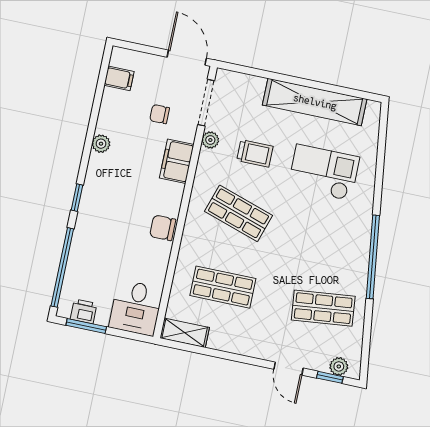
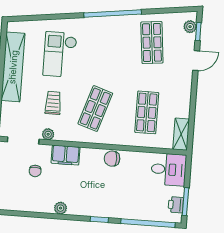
filing cabinet: (119, 78) -> (15, 202), removed
chair: (163, 228) -> (112, 159), turned 90

